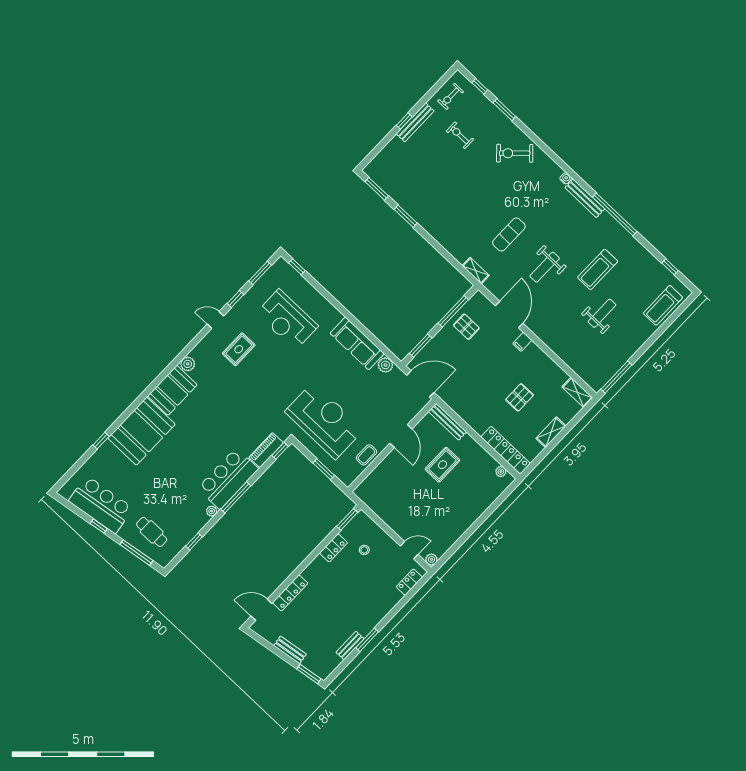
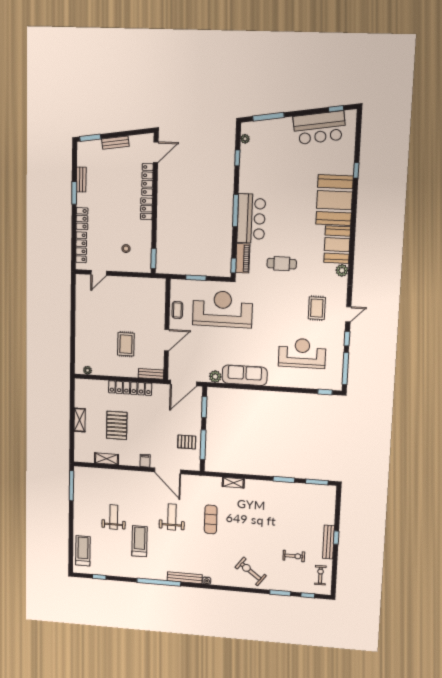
exercise bike: (515, 153) -> (251, 571), turned -100
shelving: (476, 271) -> (233, 483), moved
window: (260, 273) -> (345, 369), width x1.44
weight bench: (602, 313) -> (114, 517), turned 180
shelving: (577, 392) -> (106, 459), moved
pallet: (520, 397) -> (117, 425), width x1.50, depth x1.42
reception desk: (324, 421) -> (222, 309), turned 180
bench: (447, 422) -> (151, 374), width x0.73
door: (401, 436) -> (167, 340), swing flipped
locker: (506, 450) -> (130, 388), moved
plant: (212, 511) -> (245, 139), moved
window: (99, 526) -> (336, 109), moved
cafe table: (152, 532) -> (282, 264), moved
locker: (333, 548) -> (146, 209), moved
plant: (431, 559) -> (80, 279), removed
locker: (409, 582) -> (81, 247), width x1.53
locker: (381, 611) -> (82, 219), added

